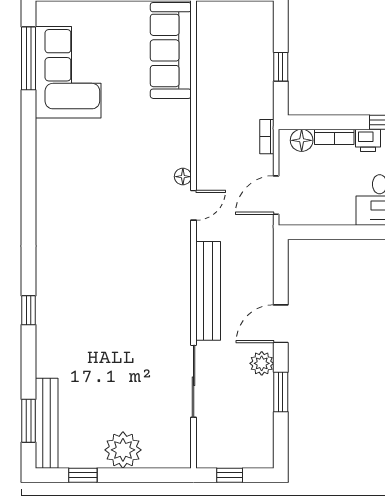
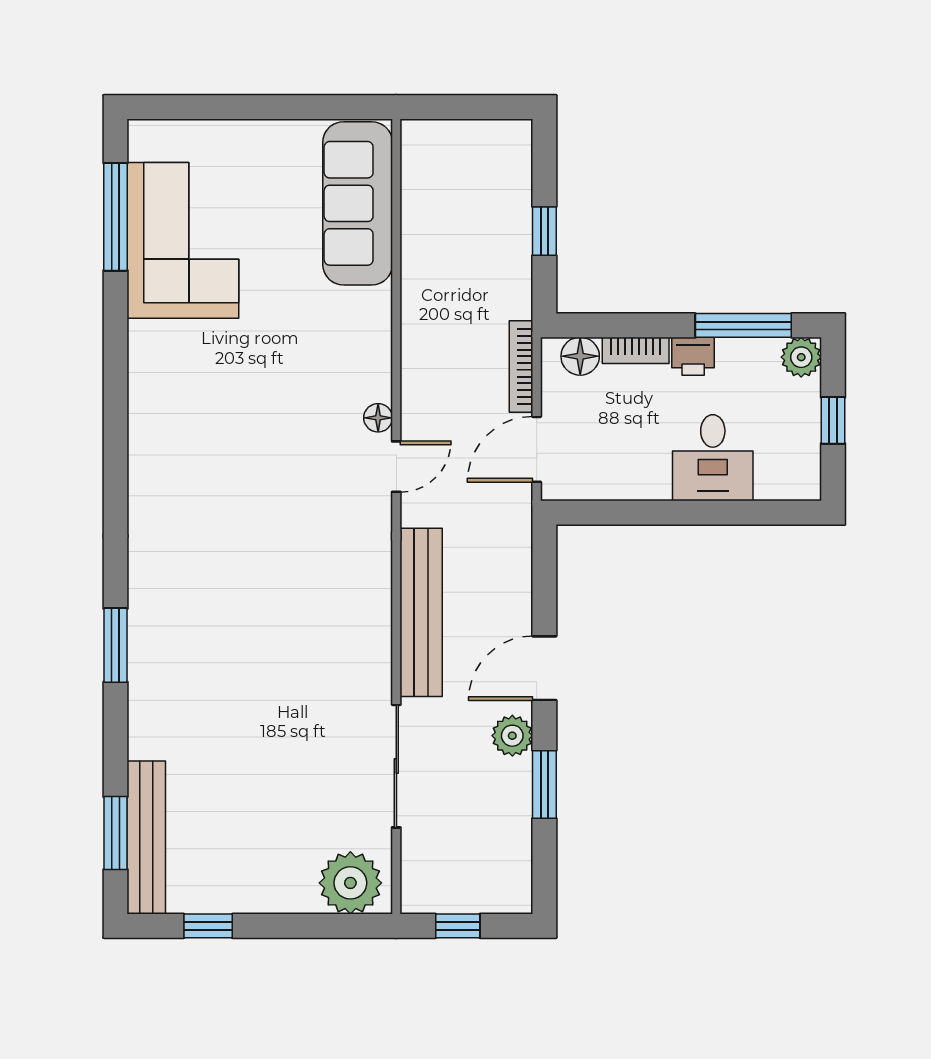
bookcase: (267, 137) -> (521, 367), width x1.56
window: (28, 310) -> (116, 645), width x1.50
plant: (123, 450) -> (350, 883), moved

